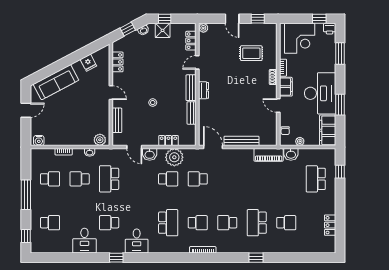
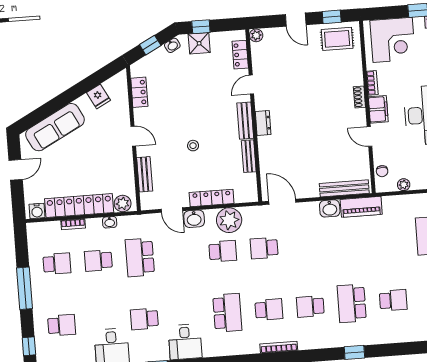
rug: (251, 53) -> (337, 39), moved
locker: (69, 139) -> (79, 206), added
locker: (168, 141) -> (212, 198), width x1.53
bench: (241, 141) -> (344, 188), moved
washbasin: (291, 154) -> (330, 208), moved

